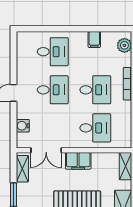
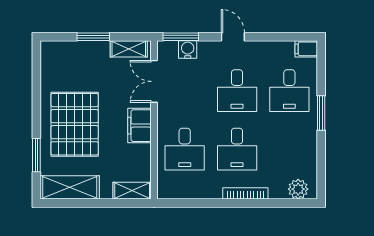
window: (69, 29) -> (321, 113), added
filing cabinet: (94, 39) -> (306, 49), moved
window: (13, 131) -> (181, 37), added

